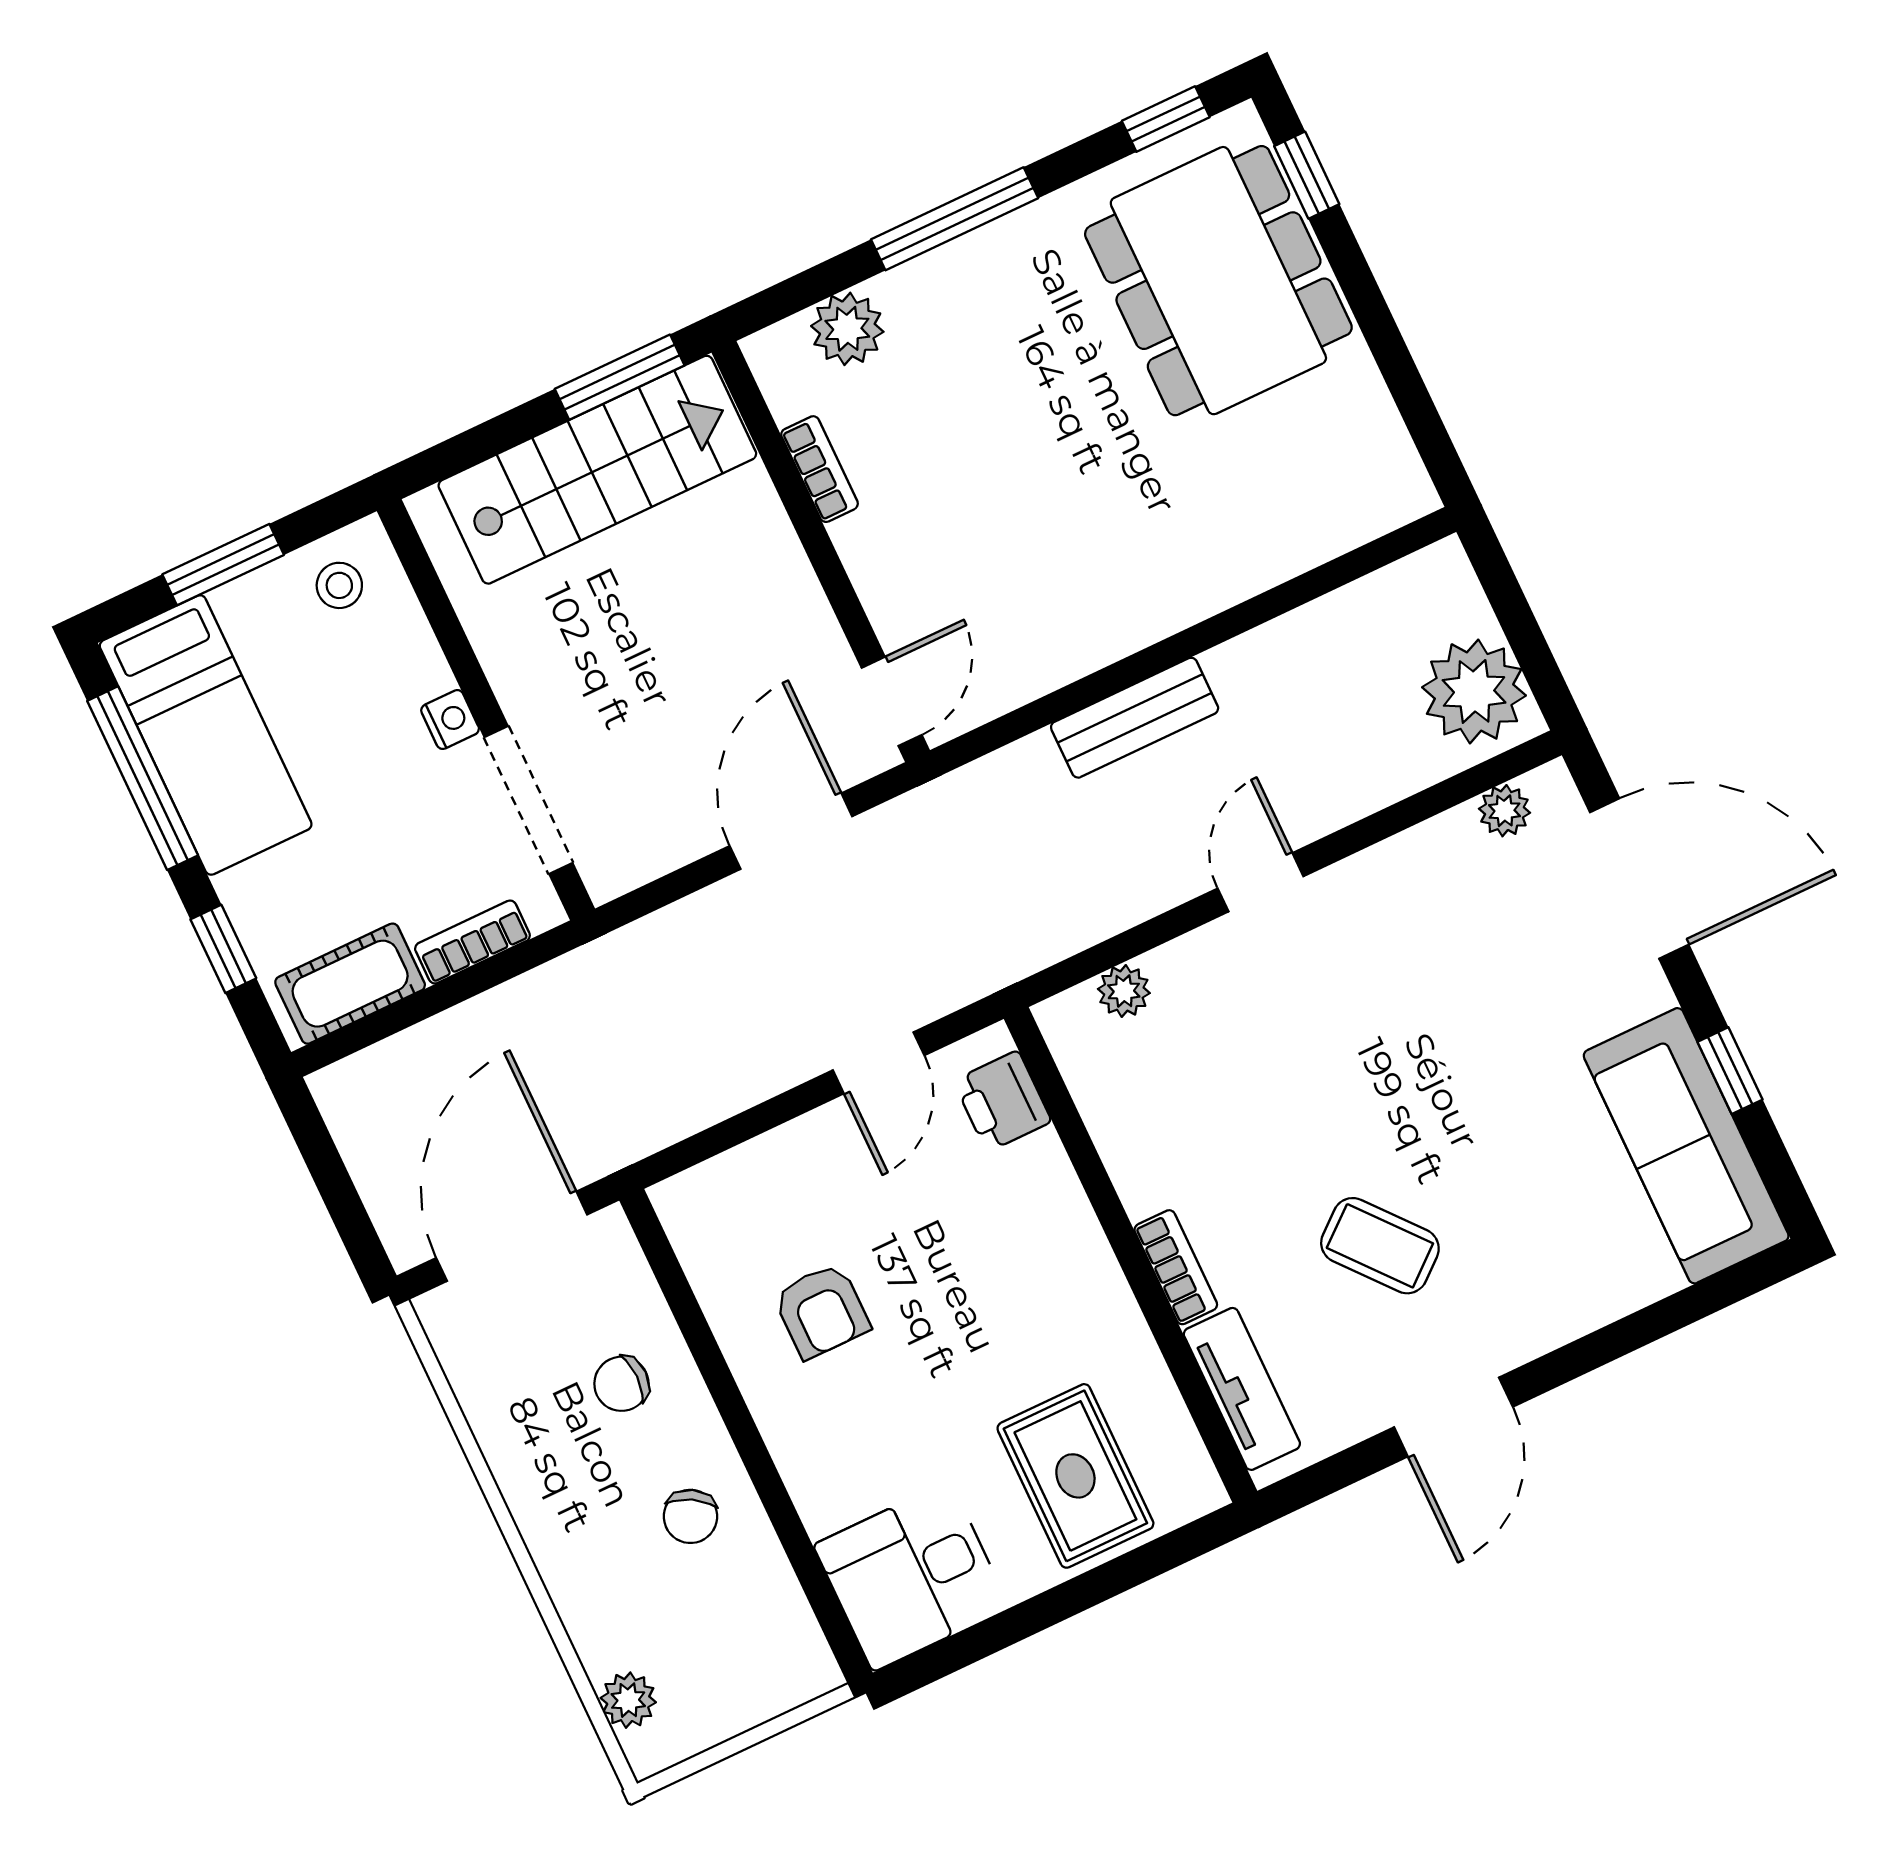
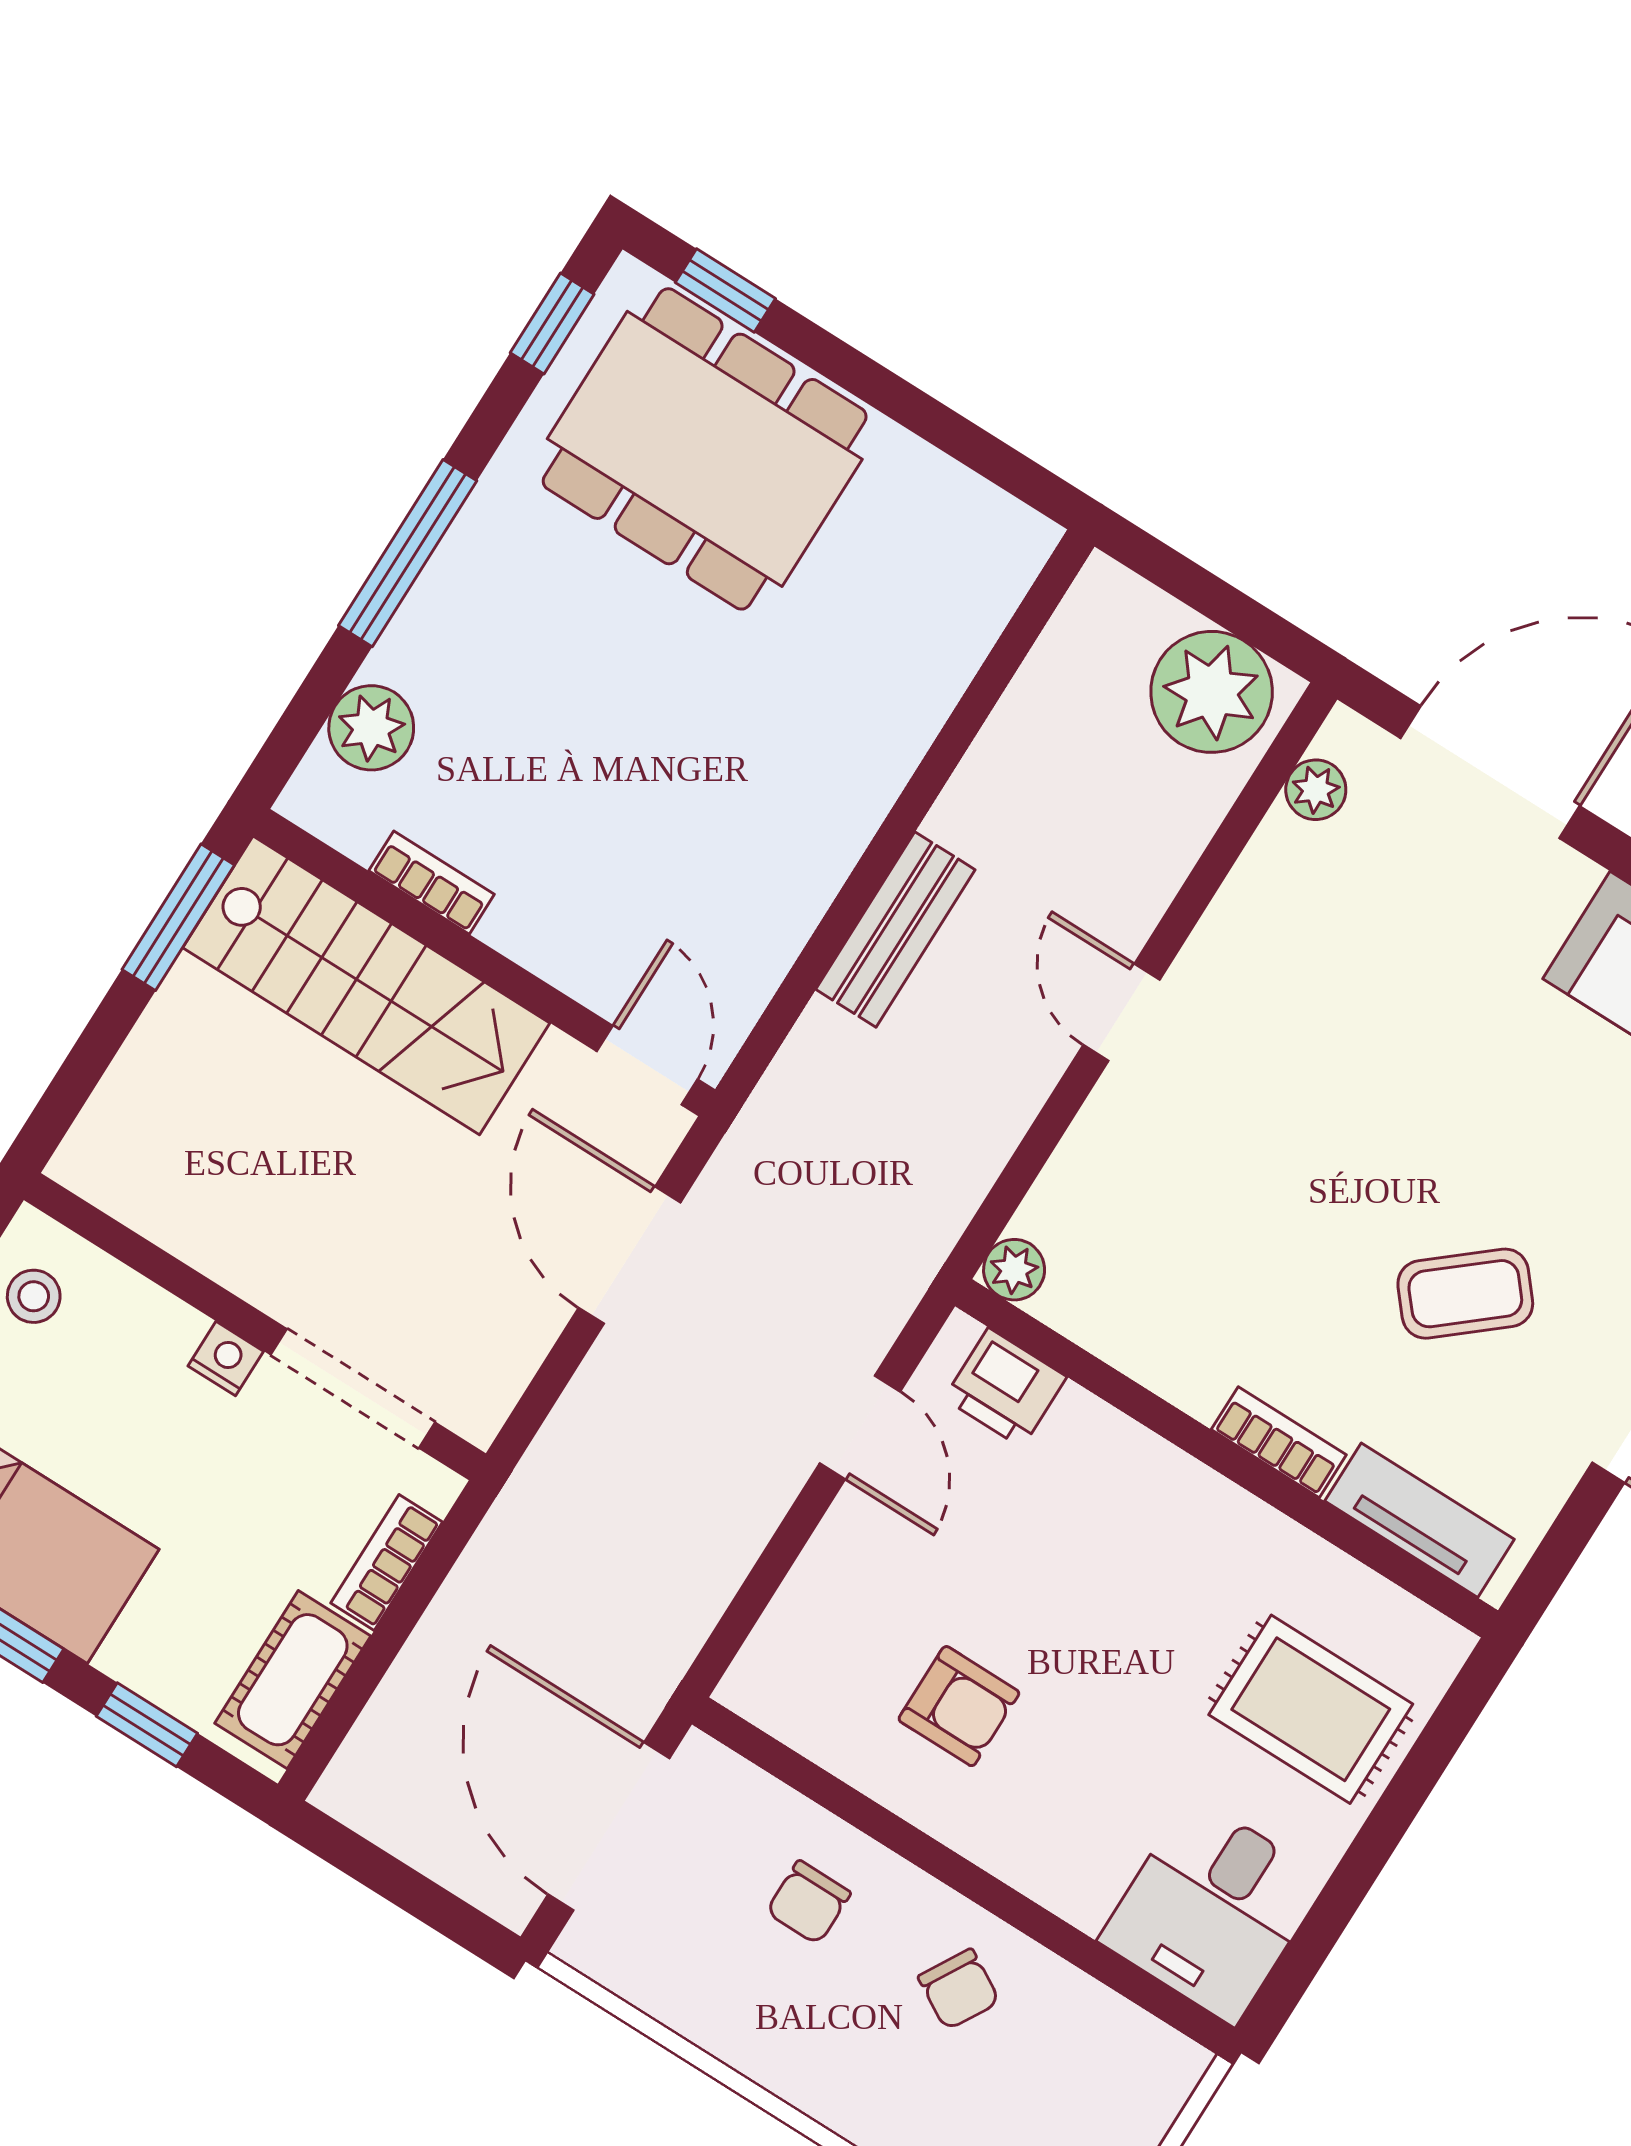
stairs: (597, 470) -> (366, 985), moved, turned 90
plant: (1124, 991) -> (1014, 1270), moved

